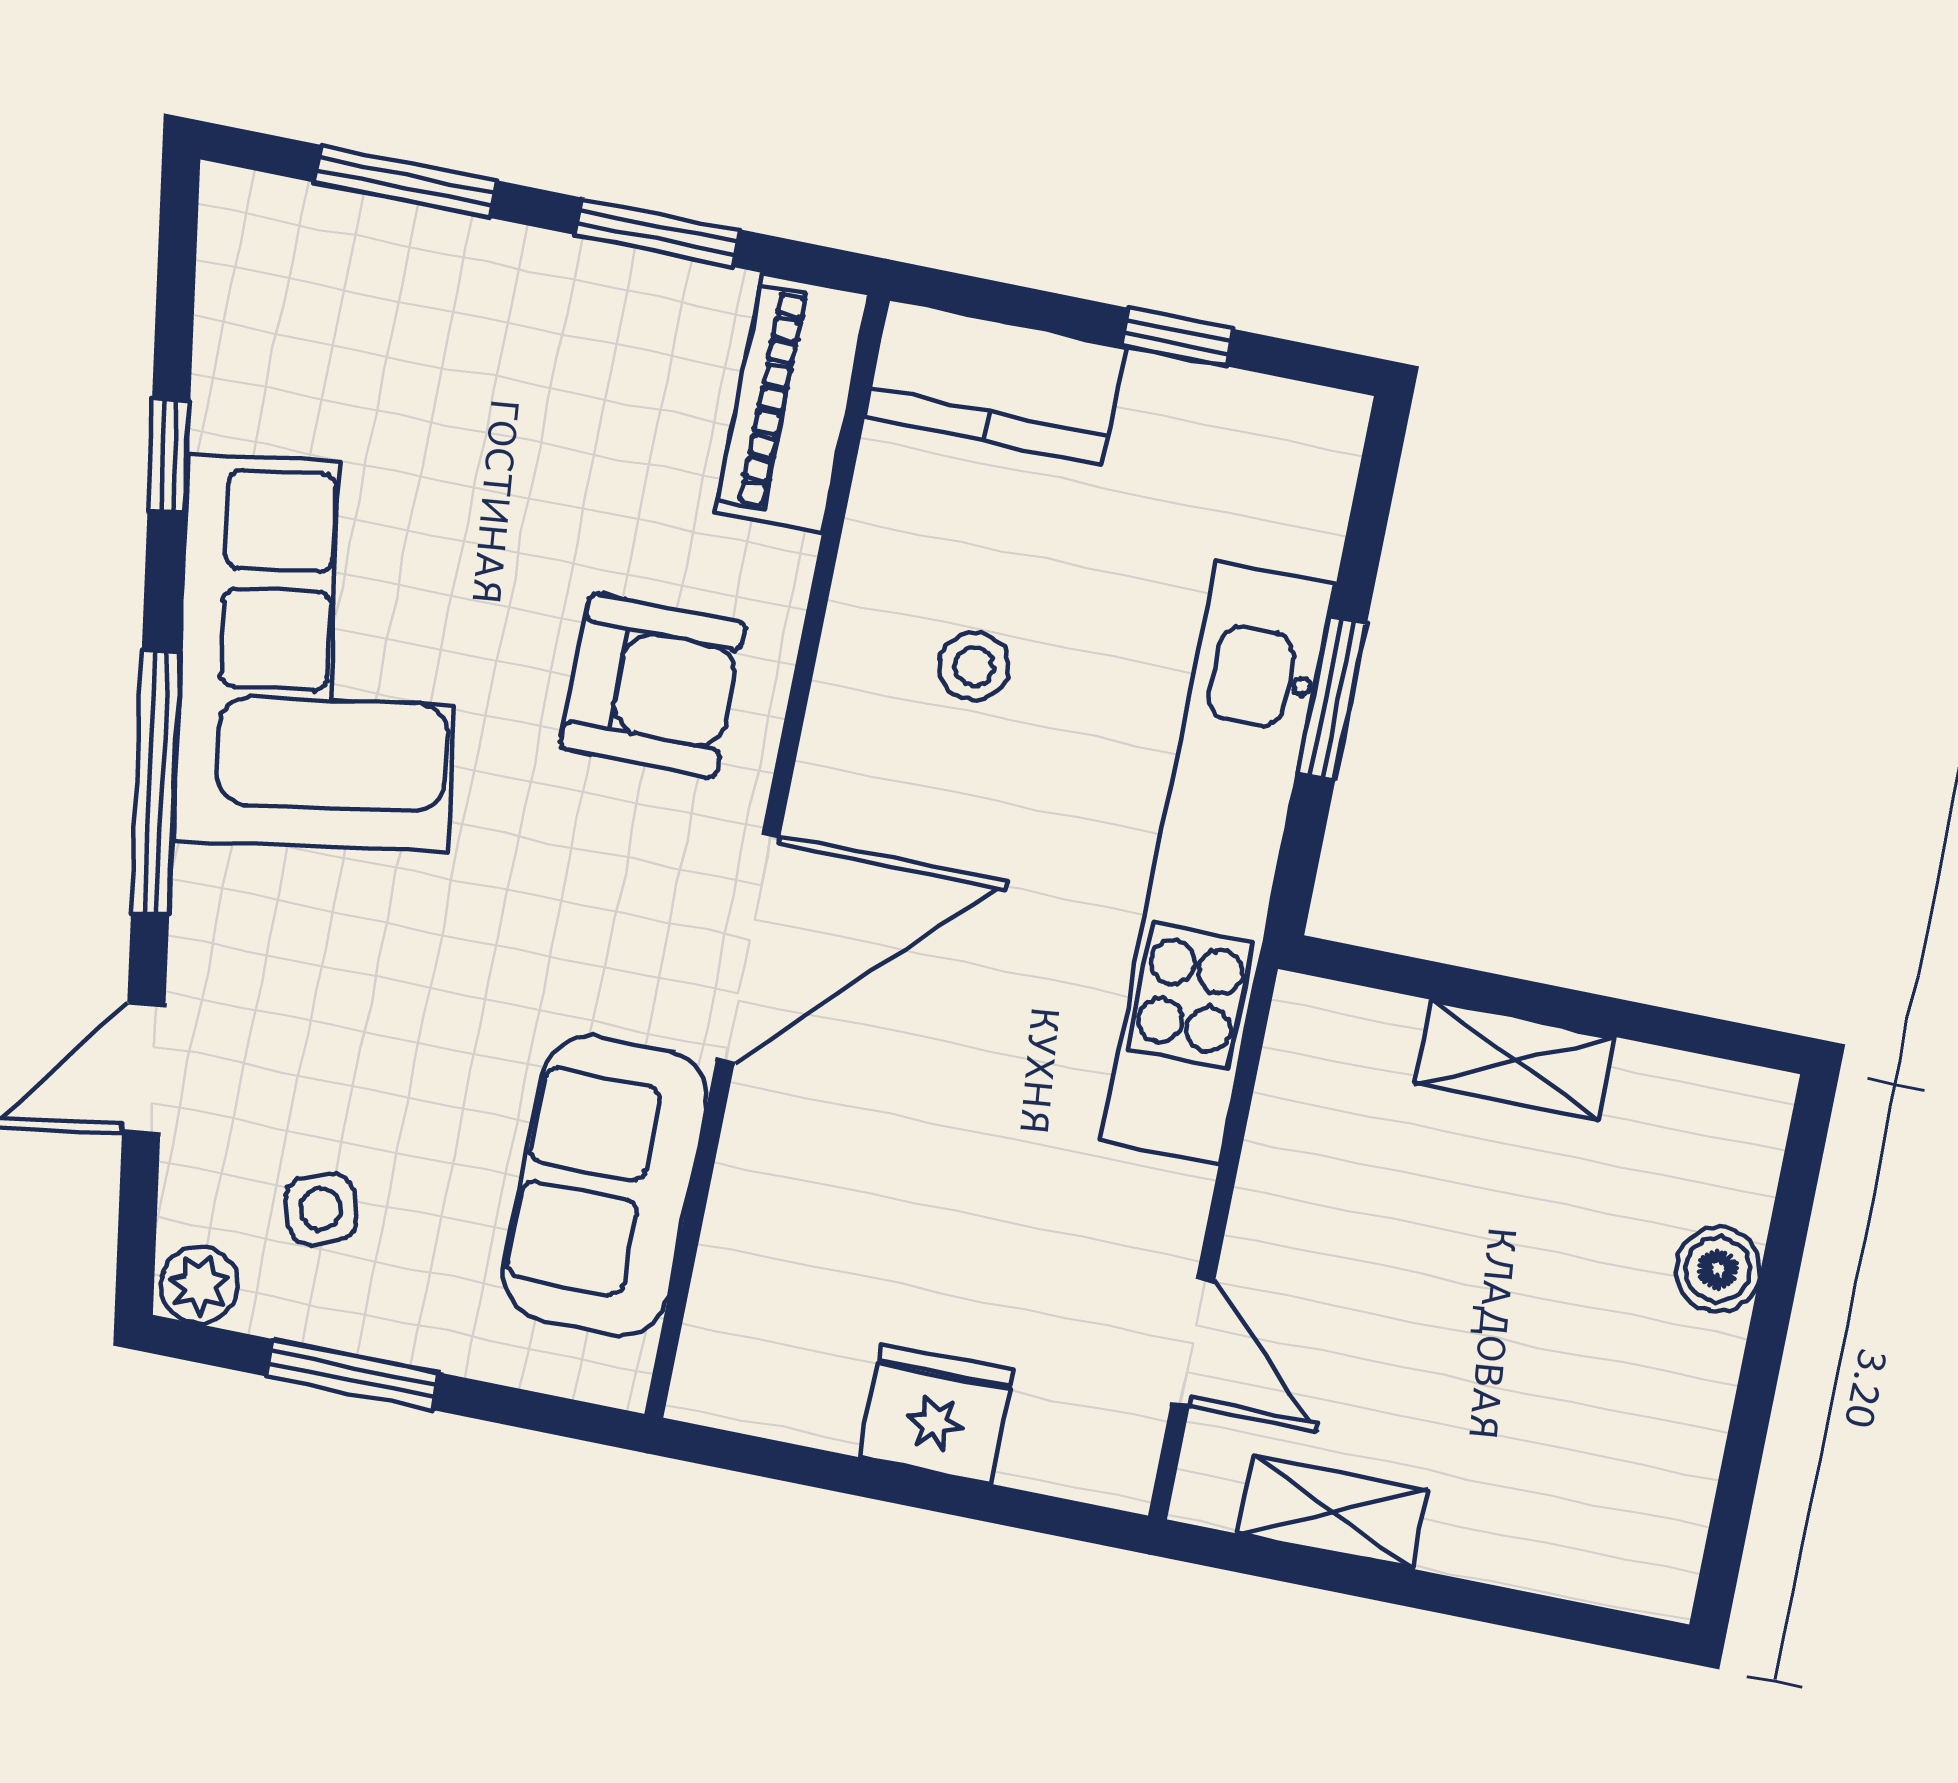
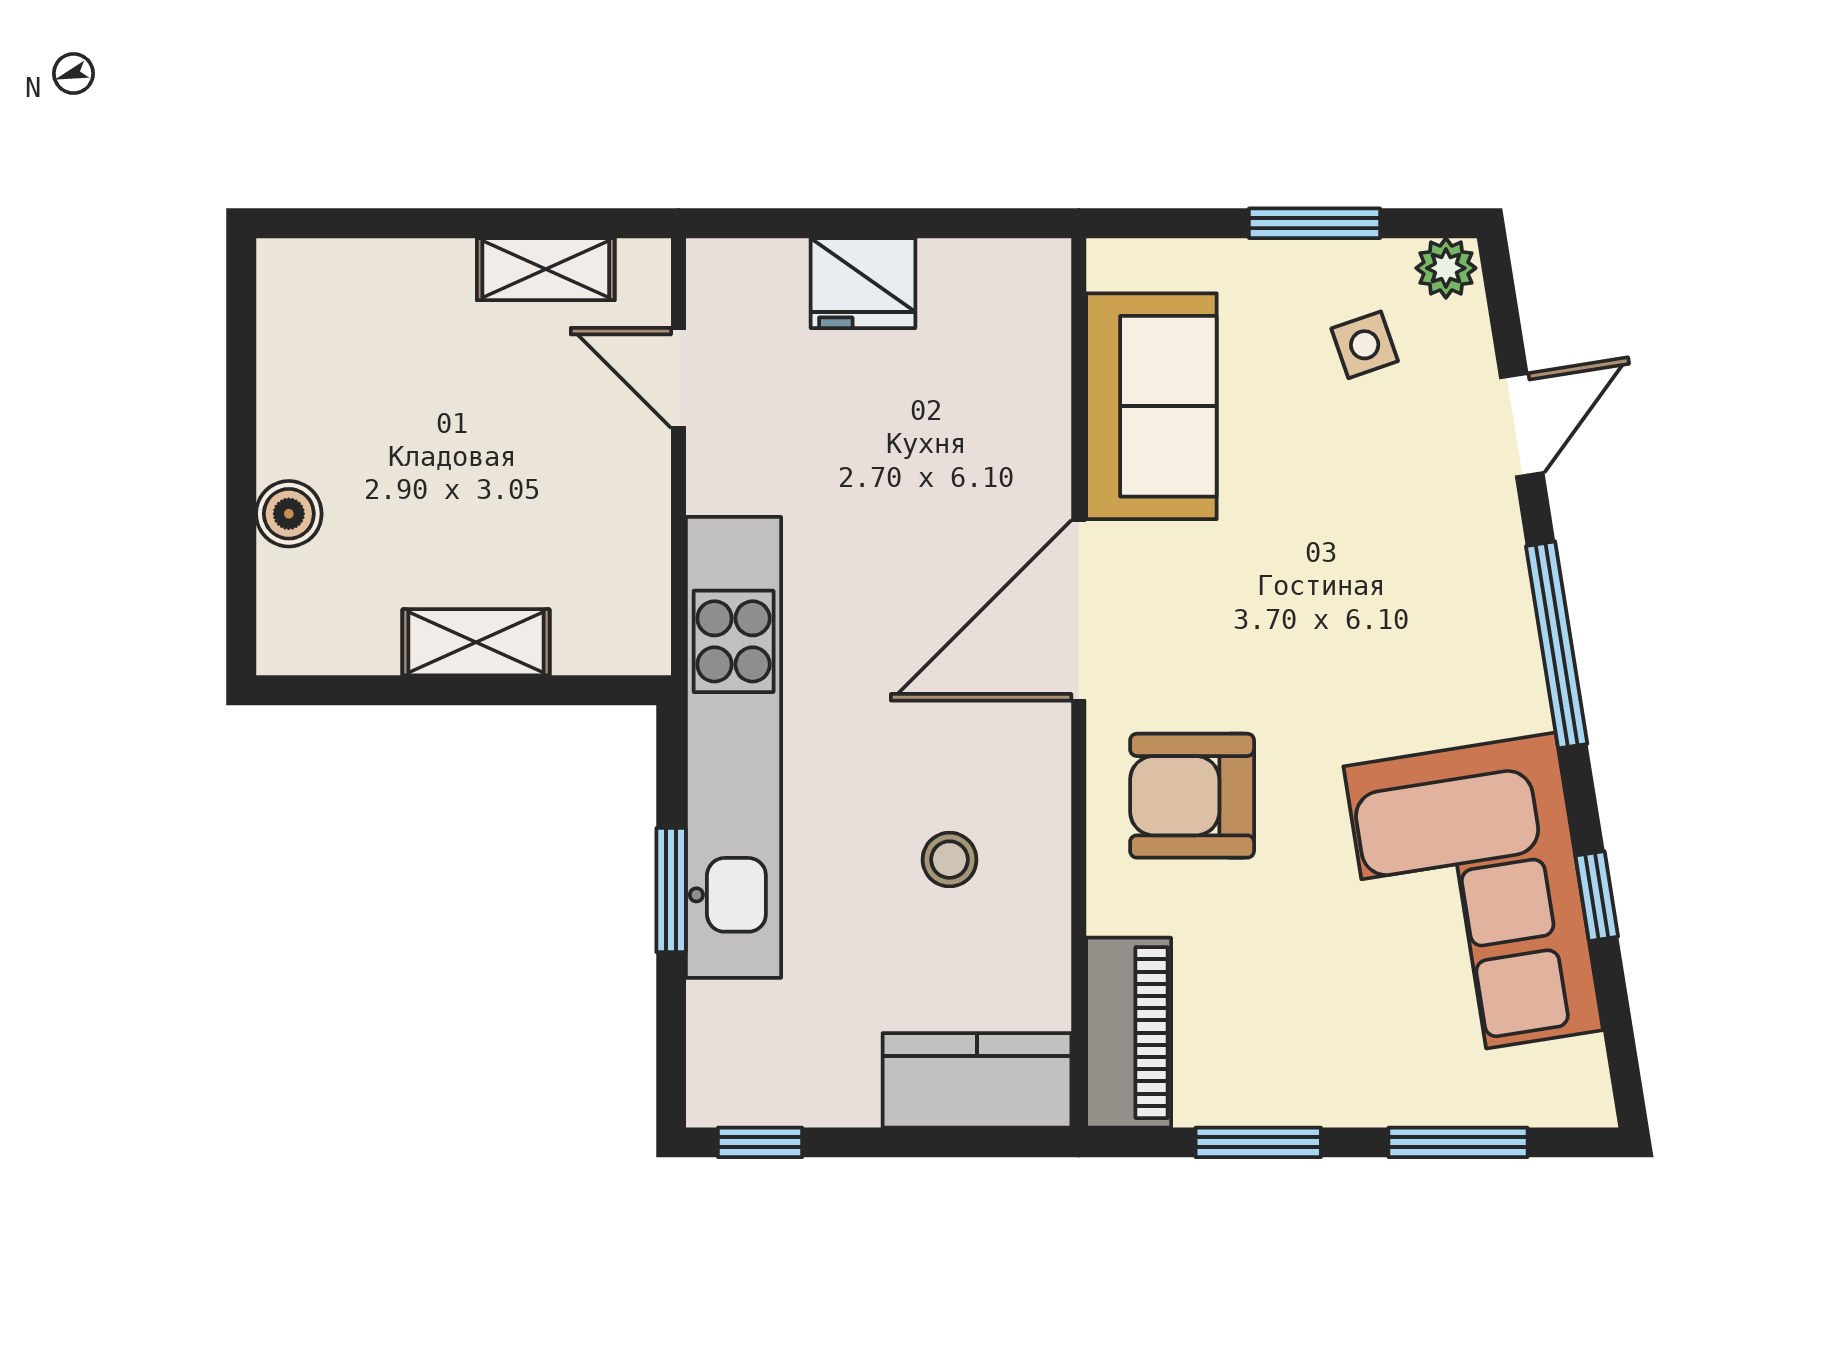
window: (1178, 337) -> (760, 1142), moved
corner sofa: (318, 653) -> (1473, 898), moved

